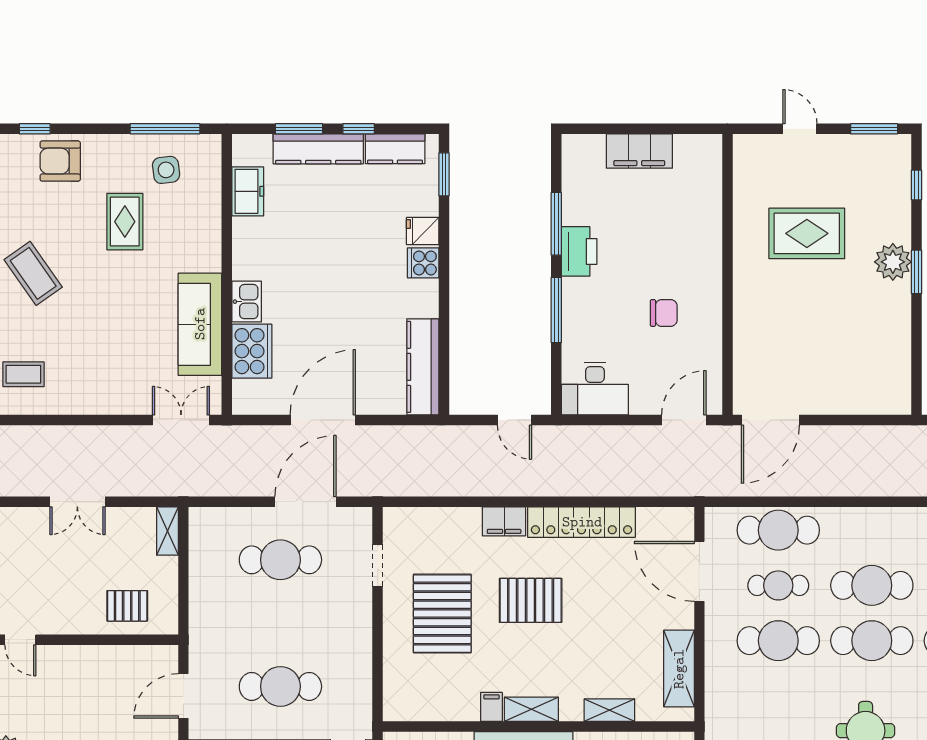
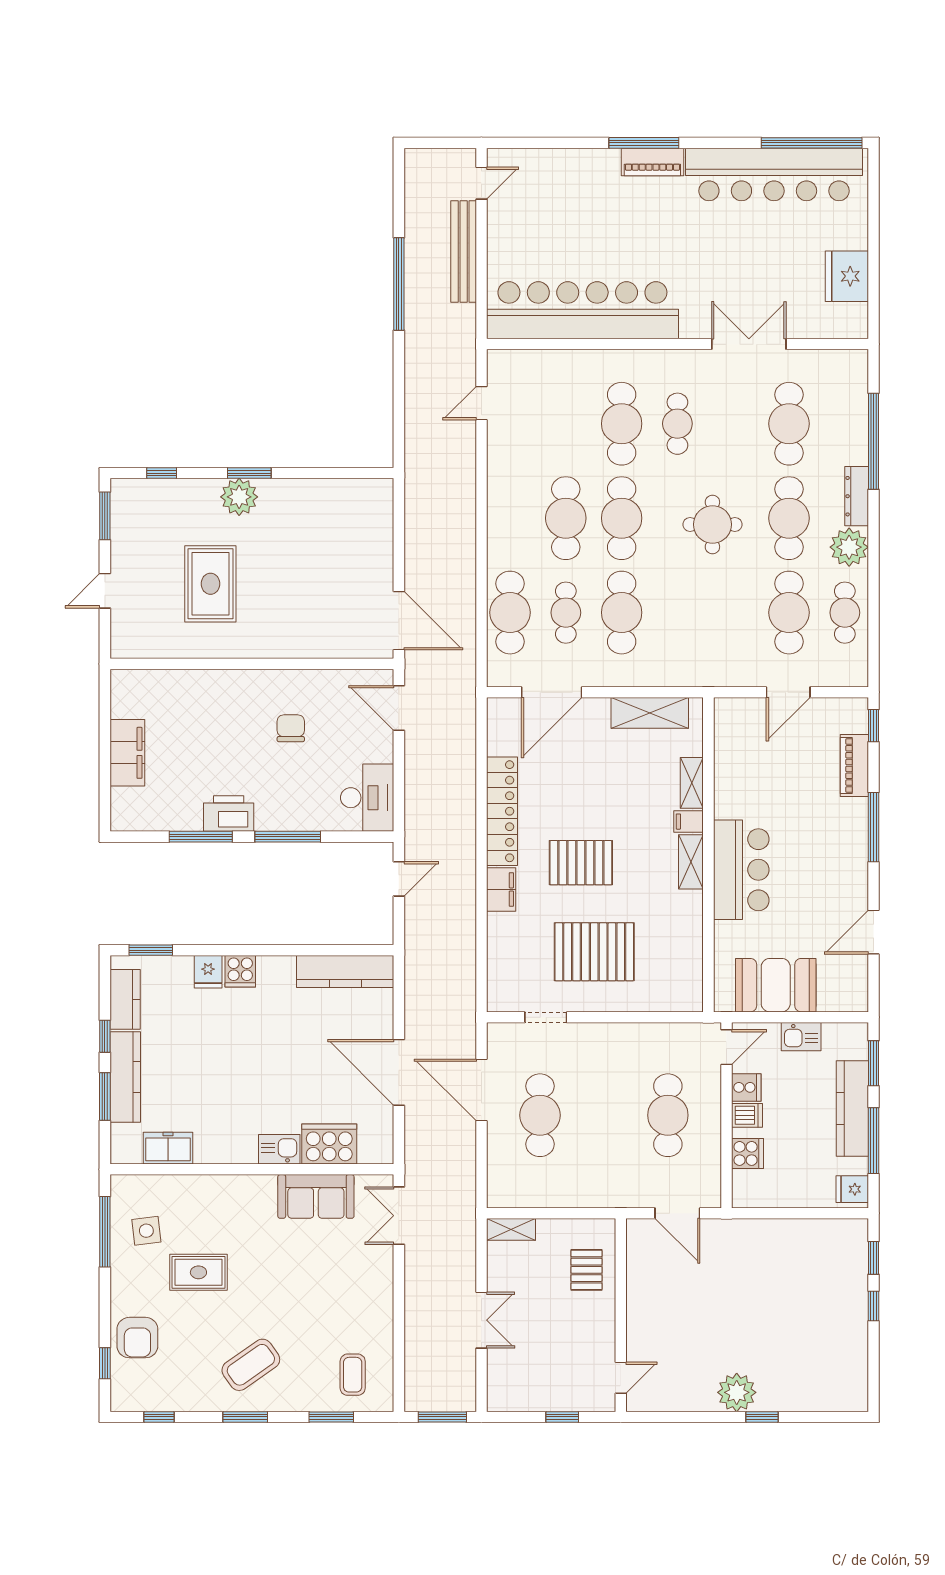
sofa: (200, 324) -> (316, 1196), width x0.73
pallet: (531, 600) -> (581, 863), turned 90
filing cabinet: (491, 707) -> (689, 822), moved

